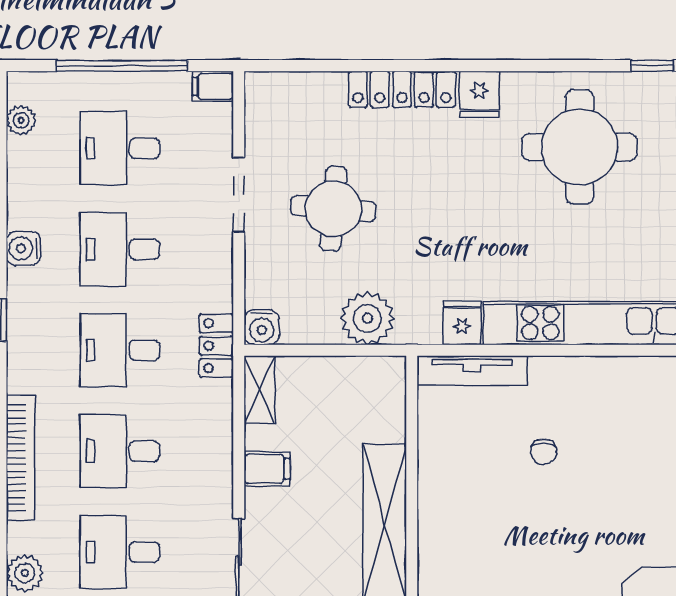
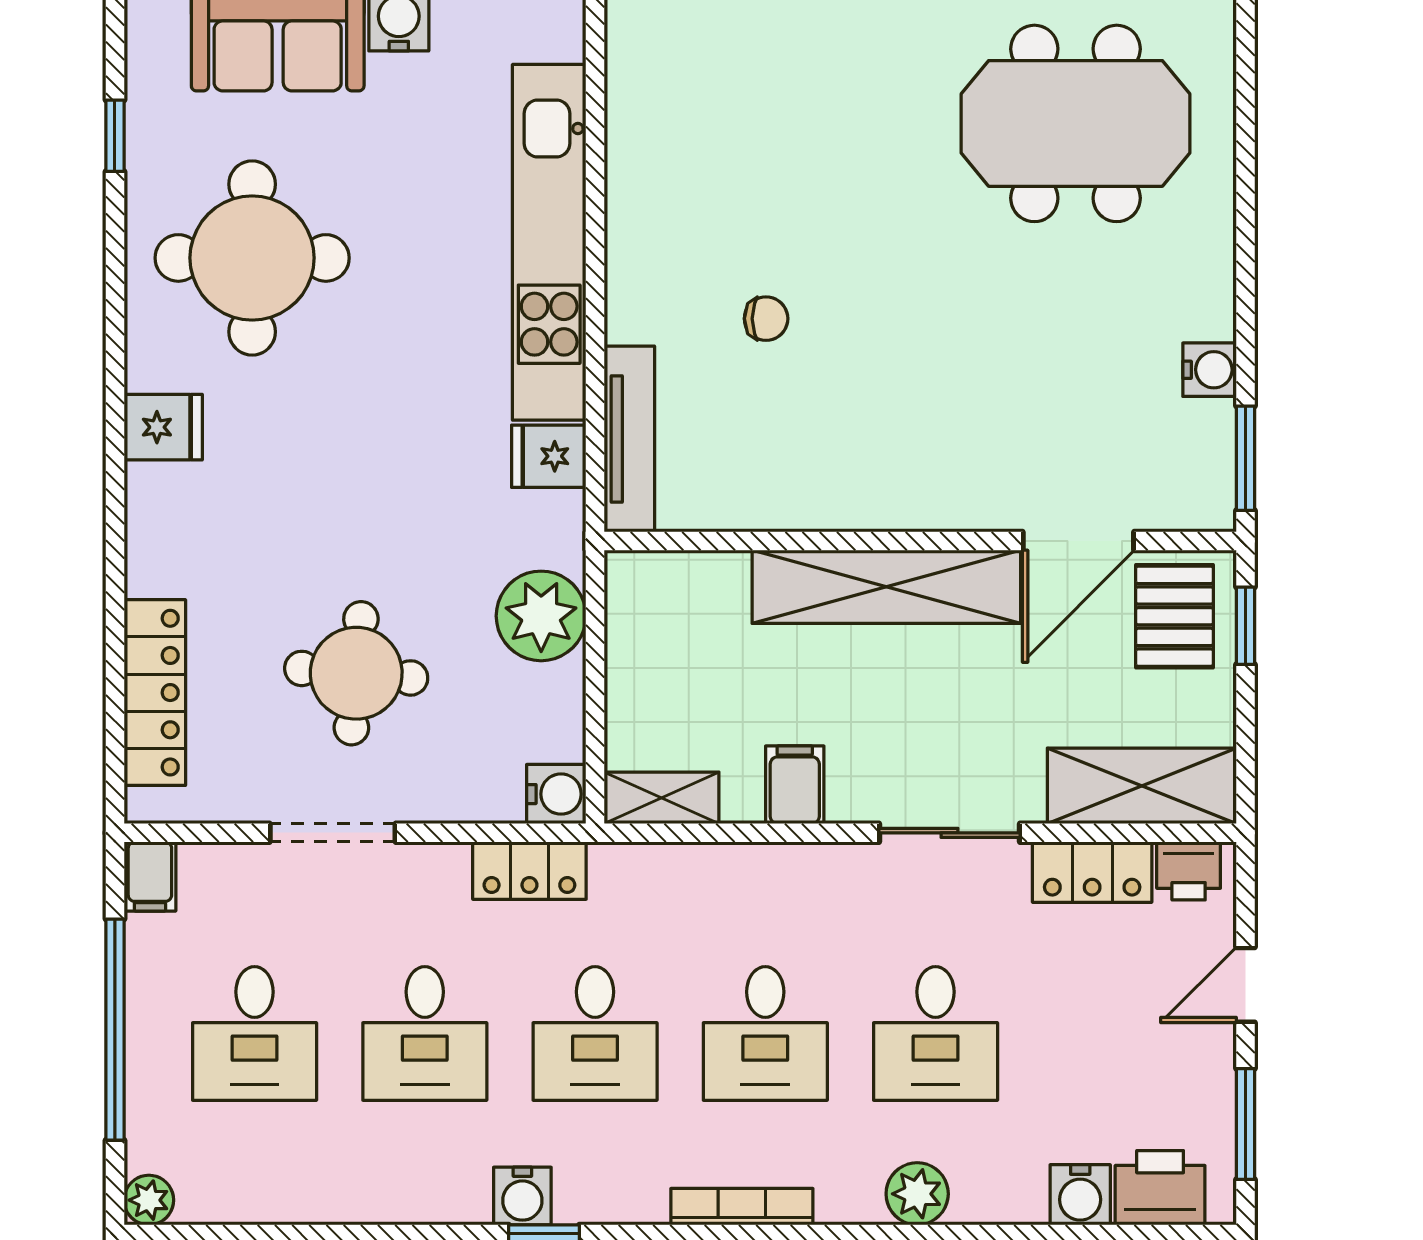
locker: (402, 89) -> (155, 693), moved
plant: (21, 120) -> (149, 1200), moved
water cooler: (23, 248) -> (522, 1196), moved
locker: (216, 346) -> (529, 871), moved
bookcase: (21, 458) -> (742, 1207), width x0.68, depth x0.76
plant: (25, 573) -> (917, 1194), moved

